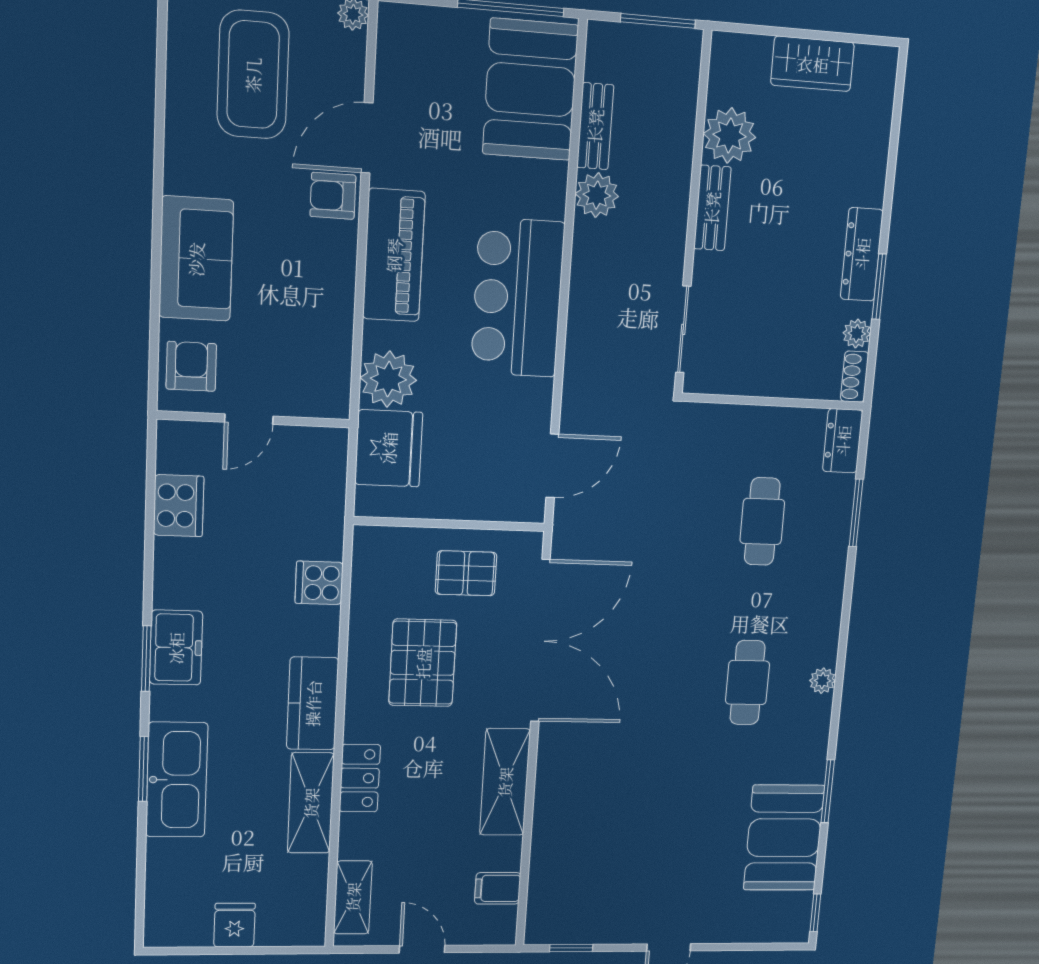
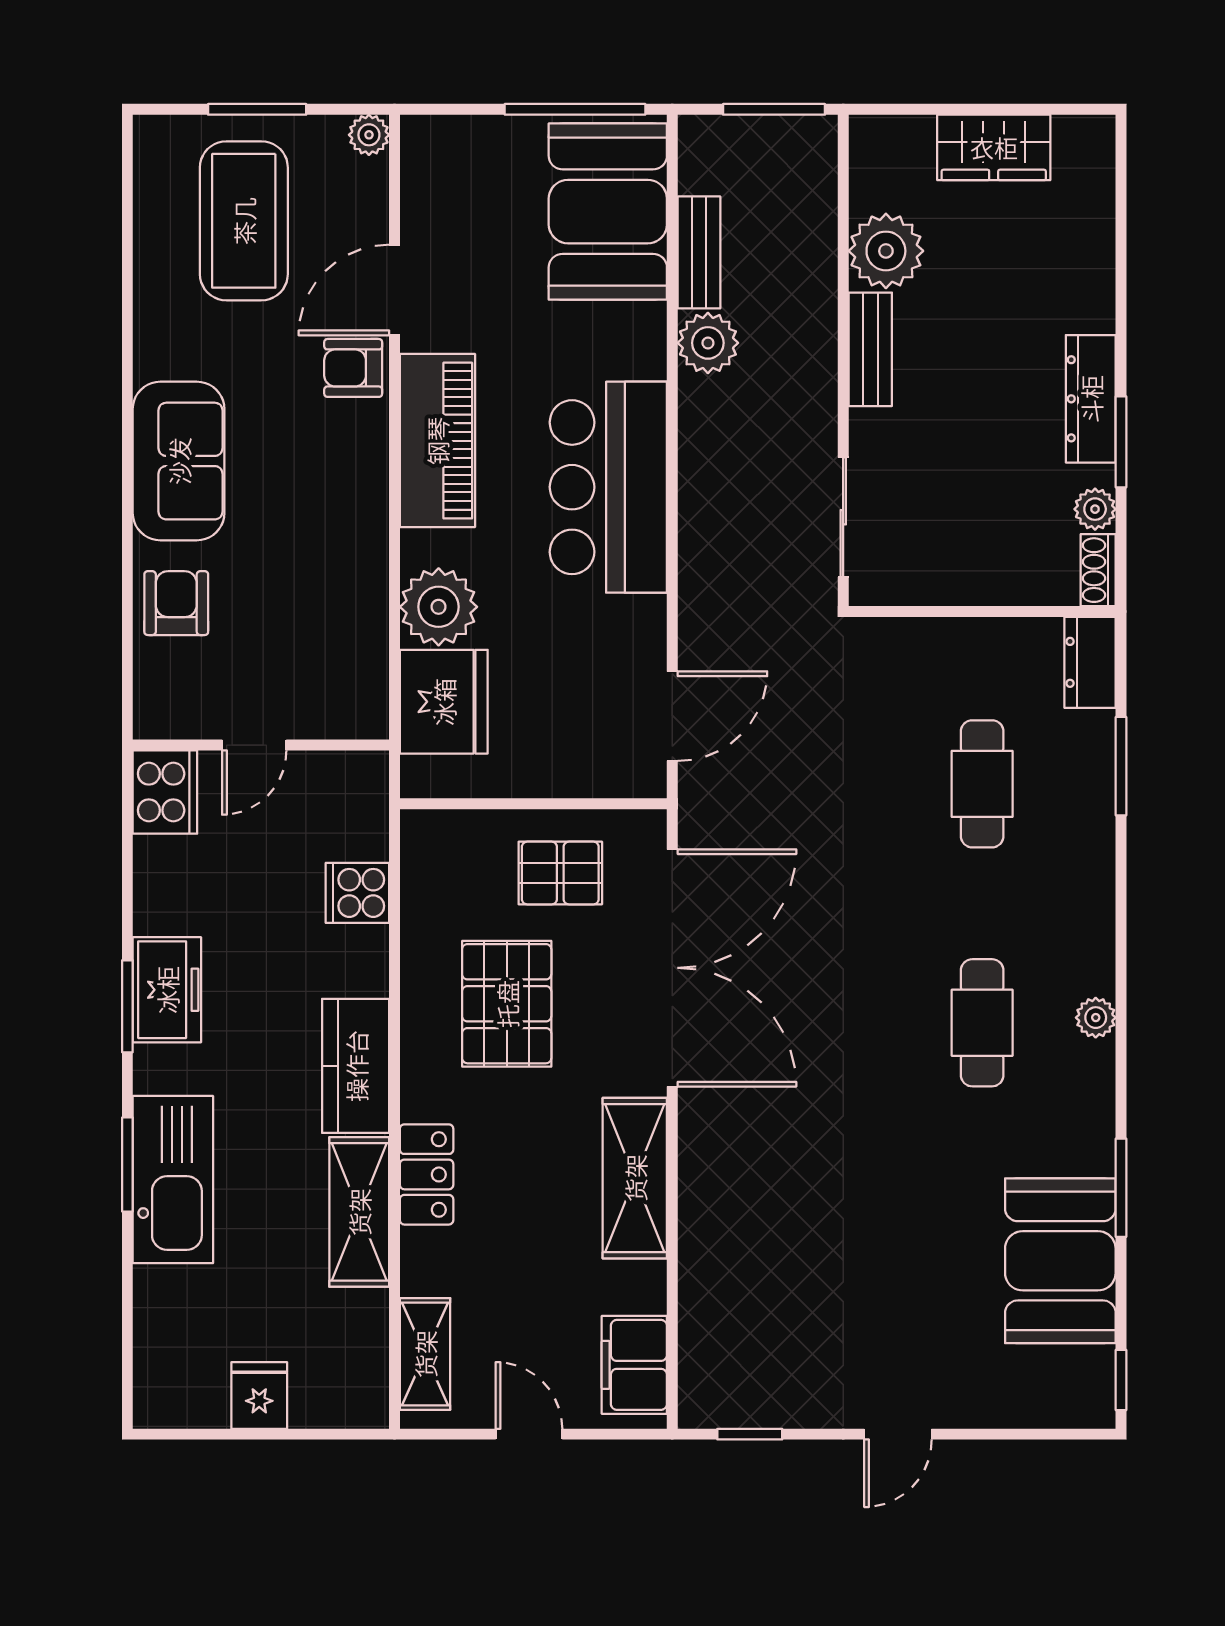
door: (249, 419) -> (254, 745), moved
wall: (254, 419) -> (261, 745), moved
filing cabinet: (498, 888) -> (634, 1365), width x2.00

